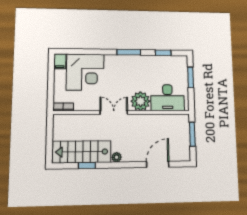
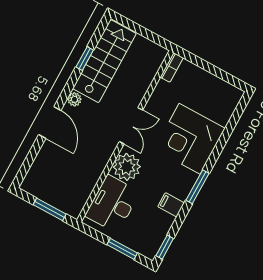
window: (163, 53) -> (165, 247), moved
filing cabinet: (60, 61) -> (171, 205), moved
corner desk: (85, 72) -> (190, 139), moved
door: (158, 164) -> (50, 122), moved

